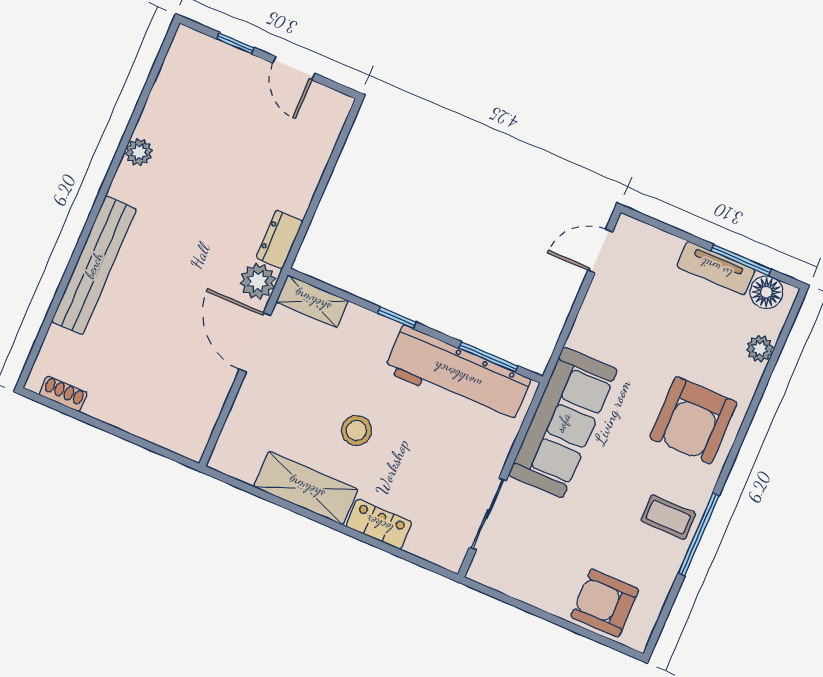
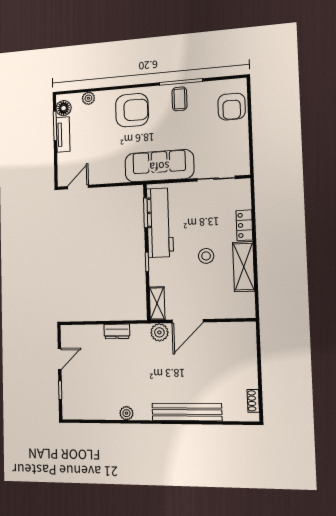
dresser: (279, 239) -> (117, 331), moved
door: (600, 251) -> (78, 187), swing flipped

